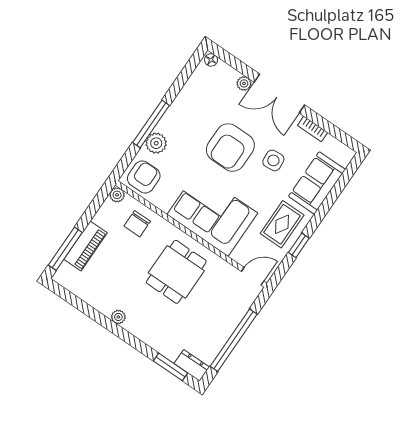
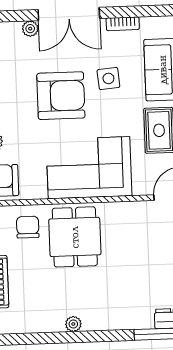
armchair: (230, 148) -> (61, 96), turned -90
chair: (137, 224) -> (28, 227), turned 180
dining table: (176, 272) -> (75, 237), moved

